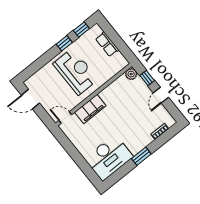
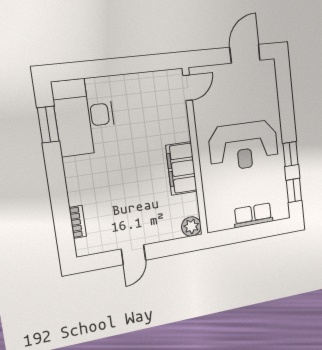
window: (147, 78) -> (171, 248), removed
door: (161, 95) -> (133, 255), swing flipped
filing cabinet: (90, 109) -> (181, 168), moved
window: (141, 156) -> (48, 125), moved

